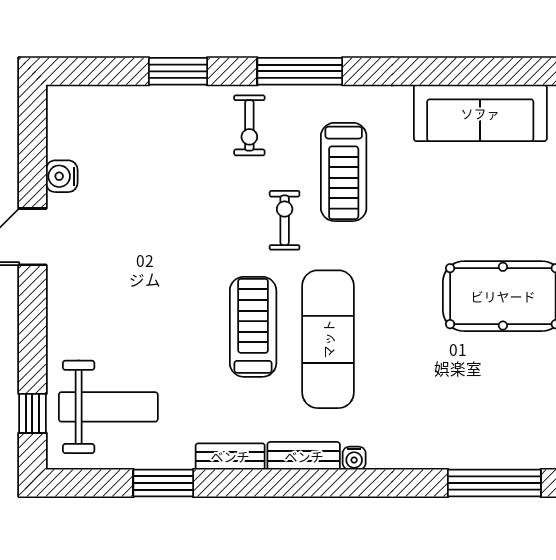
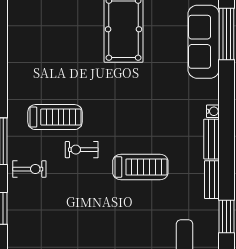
sofa: (480, 113) -> (204, 42), moved, turned 180
treadmill: (253, 327) -> (140, 167), turned 180
exercise mat: (328, 339) -> (147, 126), removed

